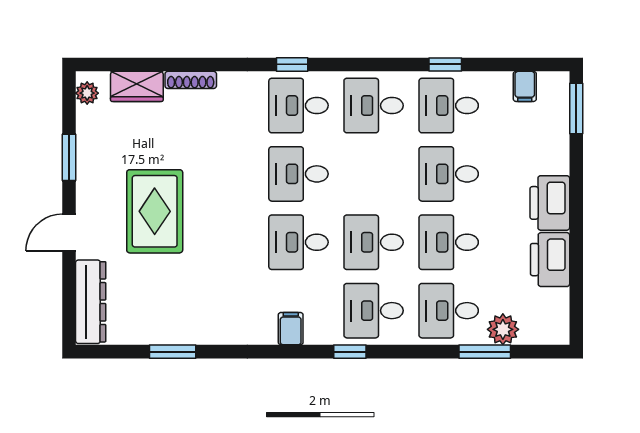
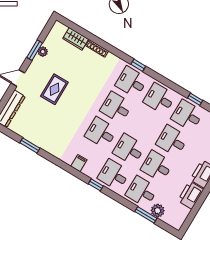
plant: (87, 93) -> (43, 52), moved
rug: (155, 211) -> (54, 89), width x0.73, depth x0.70

